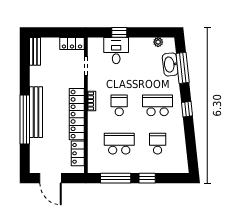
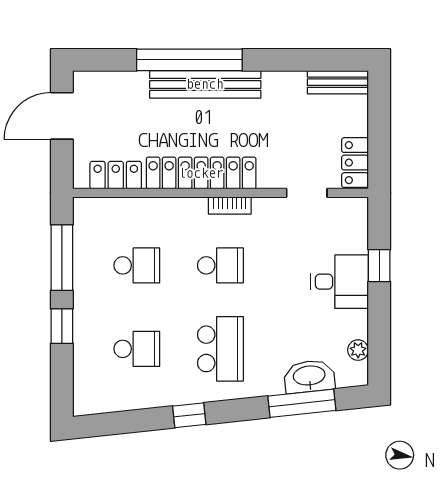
desk: (116, 51) -> (339, 282), moved
window: (187, 109) -> (189, 415), moved
school desk: (119, 144) -> (137, 265), width x0.54

